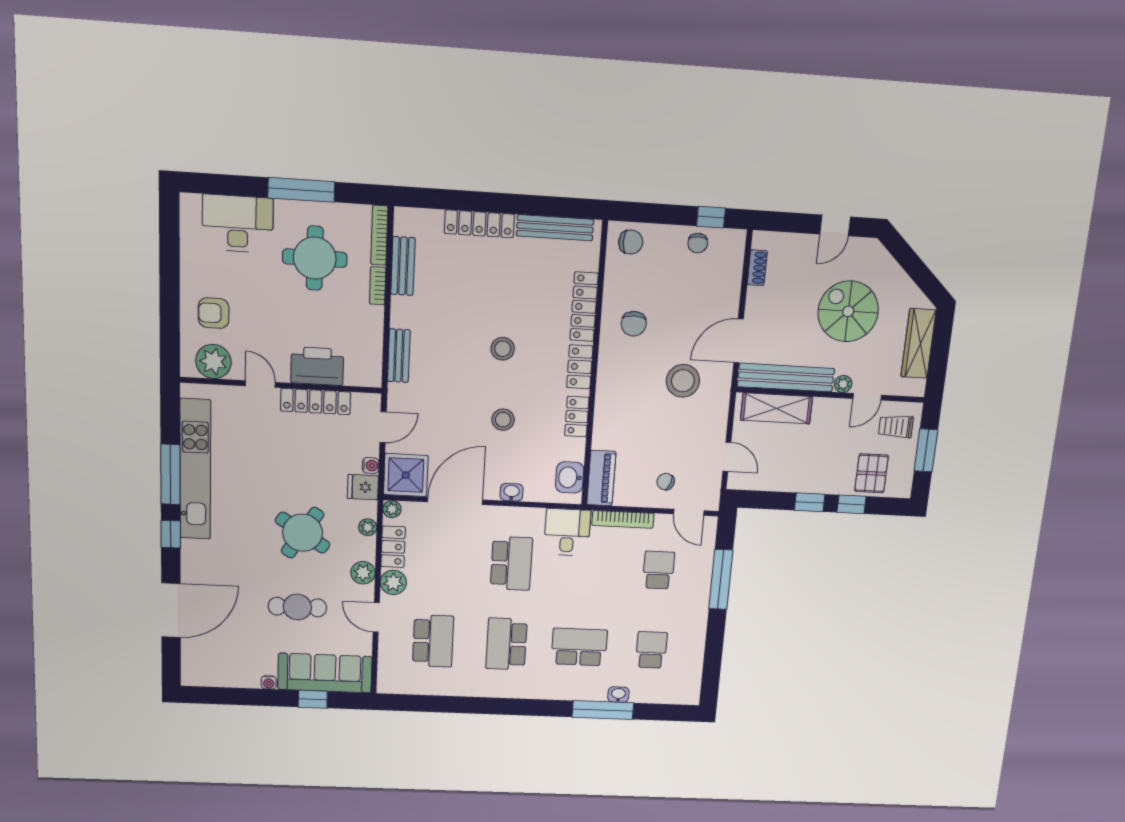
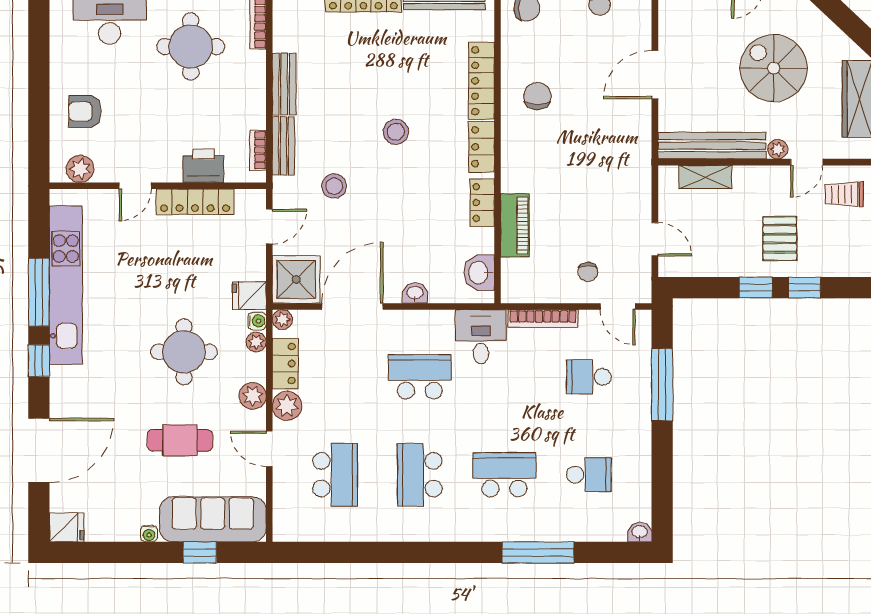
bench: (403, 266) -> (284, 84), moved
shoe rack: (757, 268) -> (667, 27), removed
bookcase: (378, 286) -> (258, 150), moved
chair: (634, 324) -> (537, 96), turned 180
door: (739, 341) -> (655, 75), moved
plant: (213, 361) -> (80, 169), width x0.73, depth x0.73
printer: (317, 366) -> (203, 166), width x0.73, depth x0.84
stool: (683, 381) -> (597, 156), removed
door: (260, 384) -> (135, 186), swing flipped
shelving: (776, 408) -> (705, 177), width x0.67, depth x0.75
stool: (503, 420) -> (334, 186), moved
water cooler: (371, 466) -> (257, 321), moved
pallet: (871, 473) -> (780, 239), moved
piano: (601, 478) -> (515, 225), moved
chair: (666, 482) -> (588, 272), turned -109
round table: (303, 533) -> (184, 352), turned -33
school desk: (511, 563) -> (420, 377), turned -90
school desk: (659, 570) -> (589, 377), turned -90
school desk: (651, 650) -> (589, 475), turned 90
fridge: (196, 675) -> (67, 527), added
washbasin: (618, 695) -> (640, 532), moved

